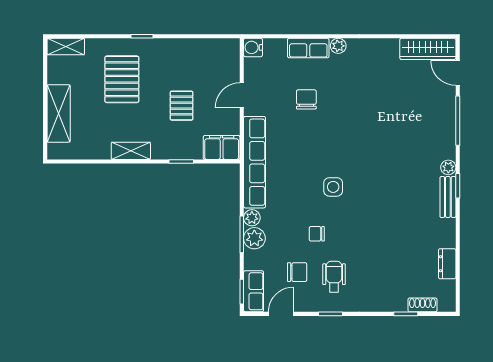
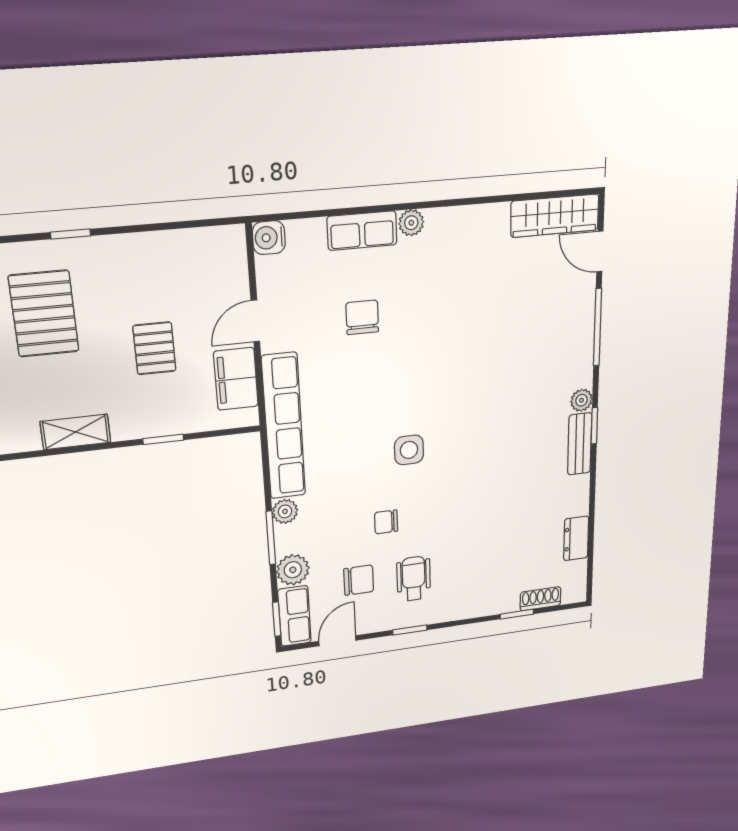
filing cabinet: (222, 147) -> (236, 379), moved, turned -90
plant: (254, 238) -> (293, 570), moved

